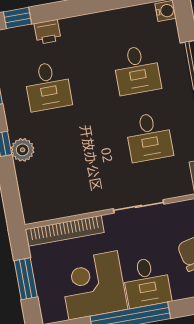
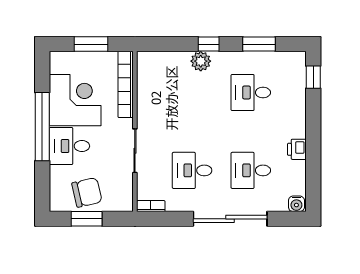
printer: (48, 32) -> (297, 149), moved

